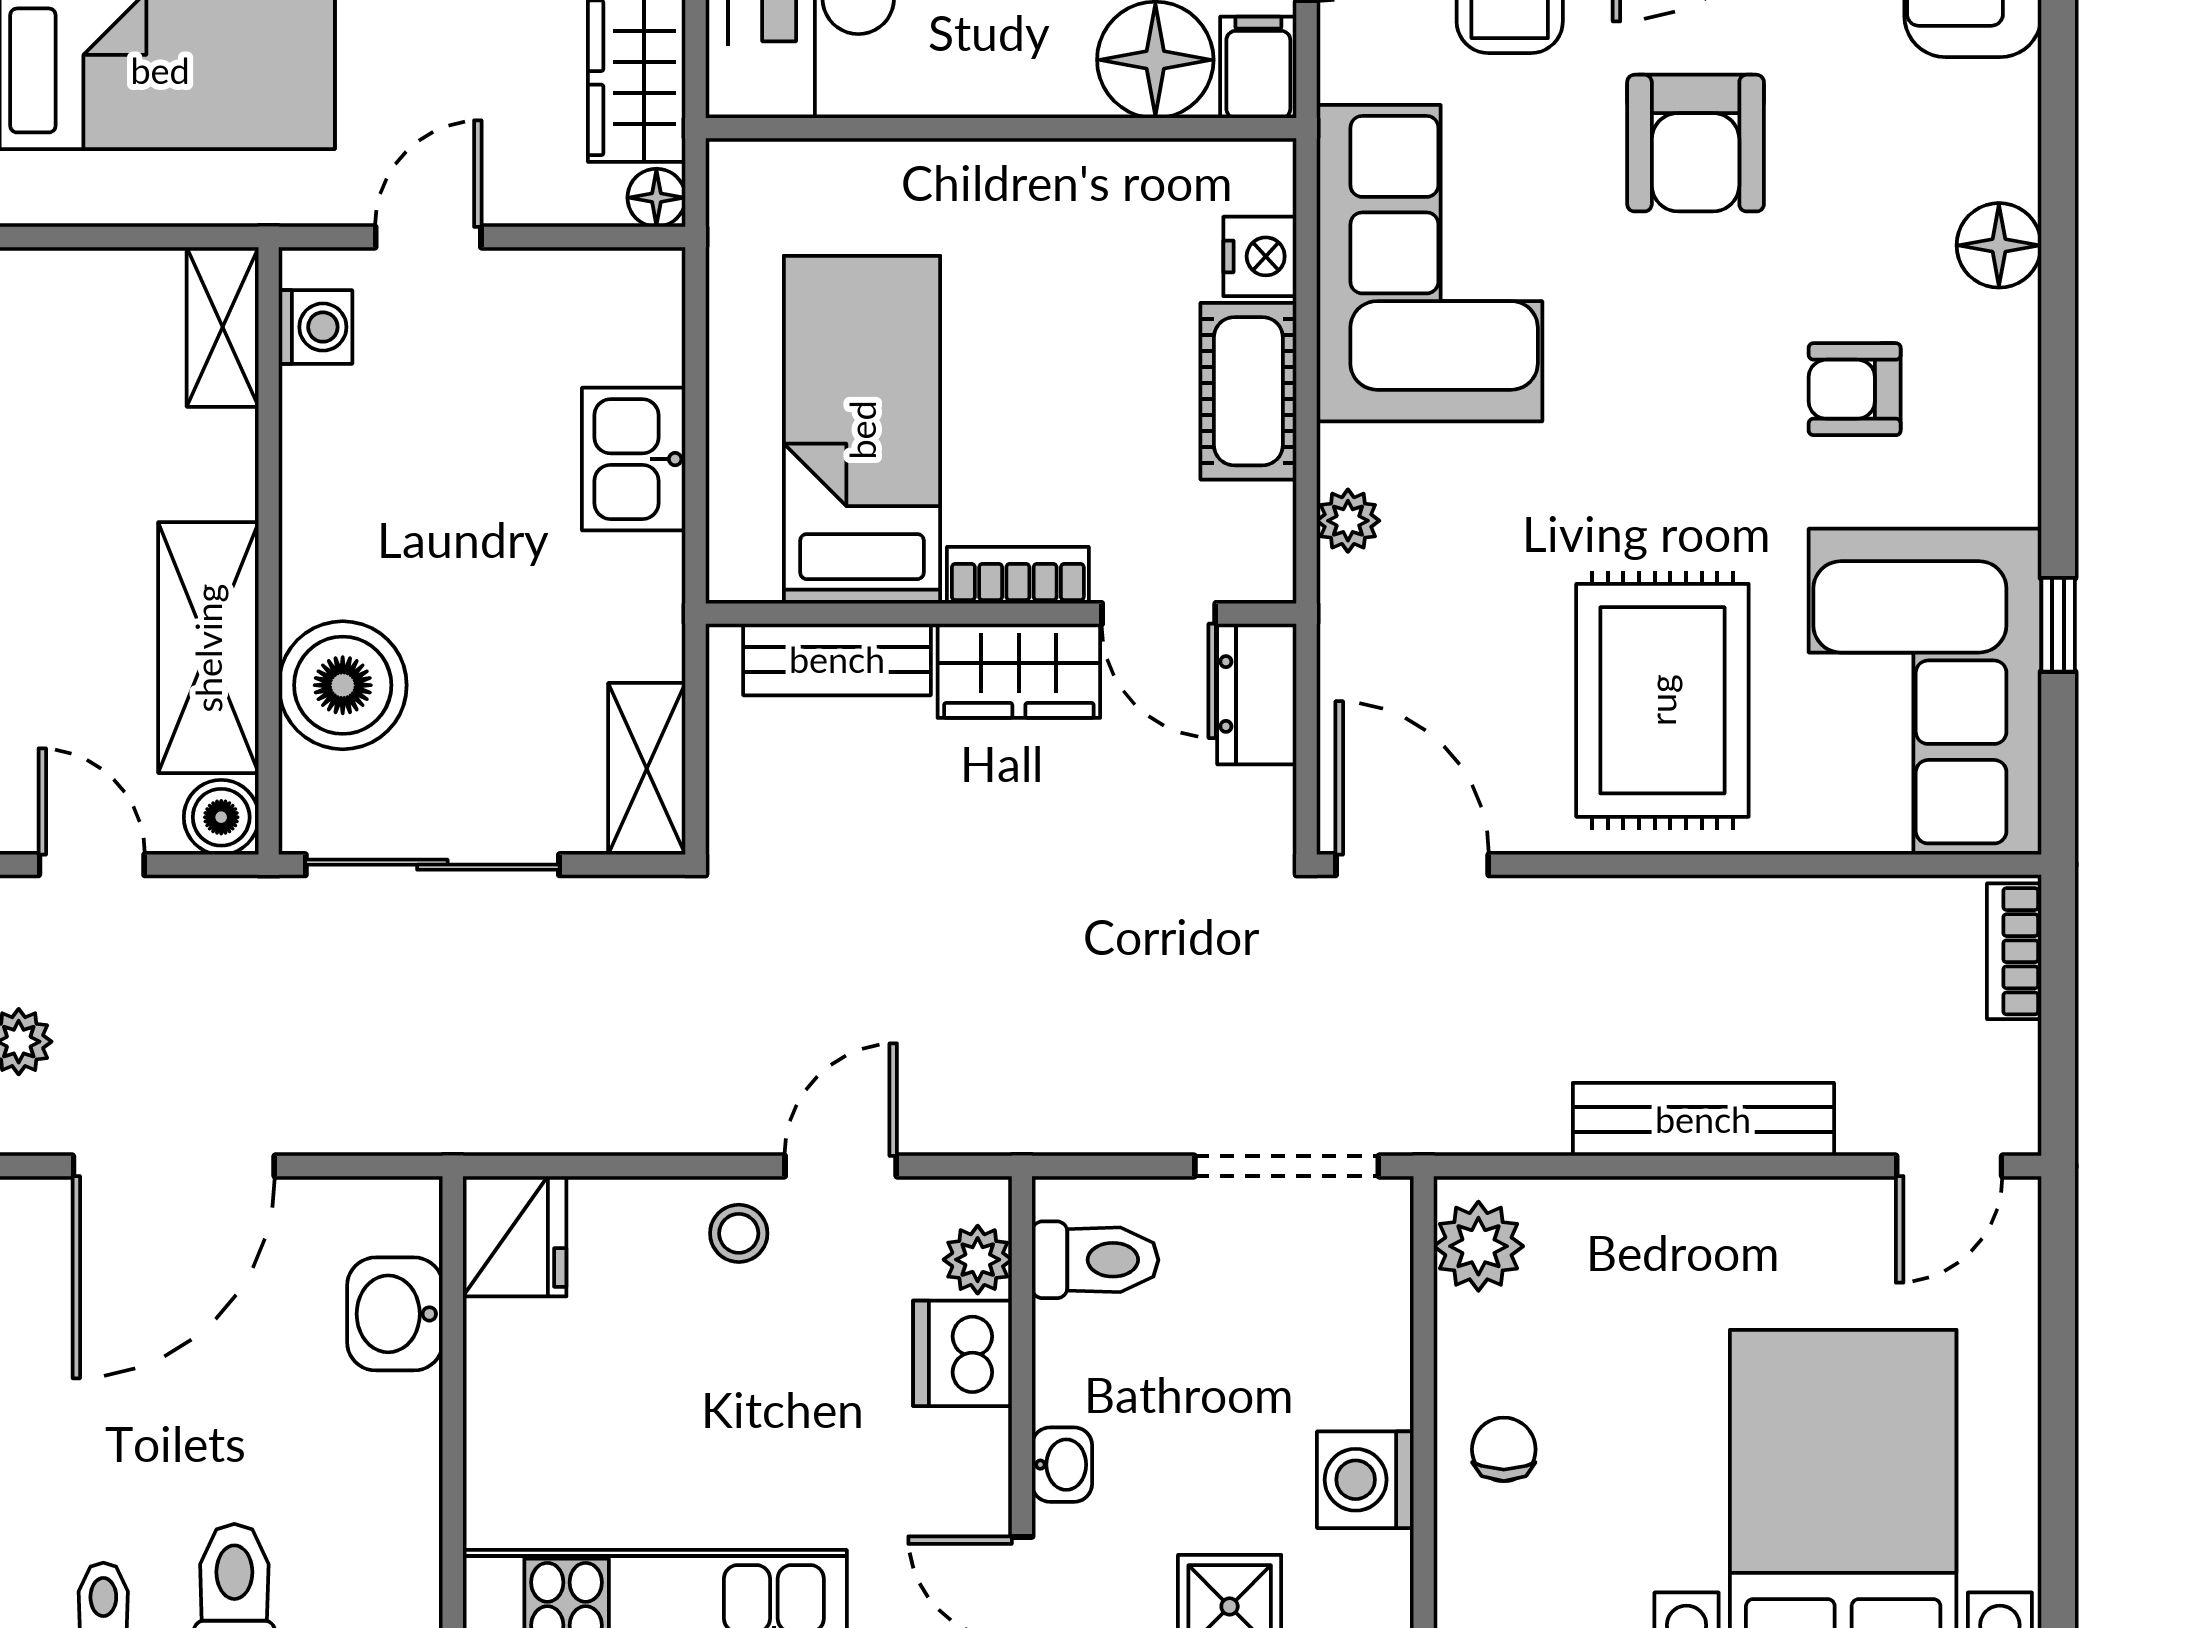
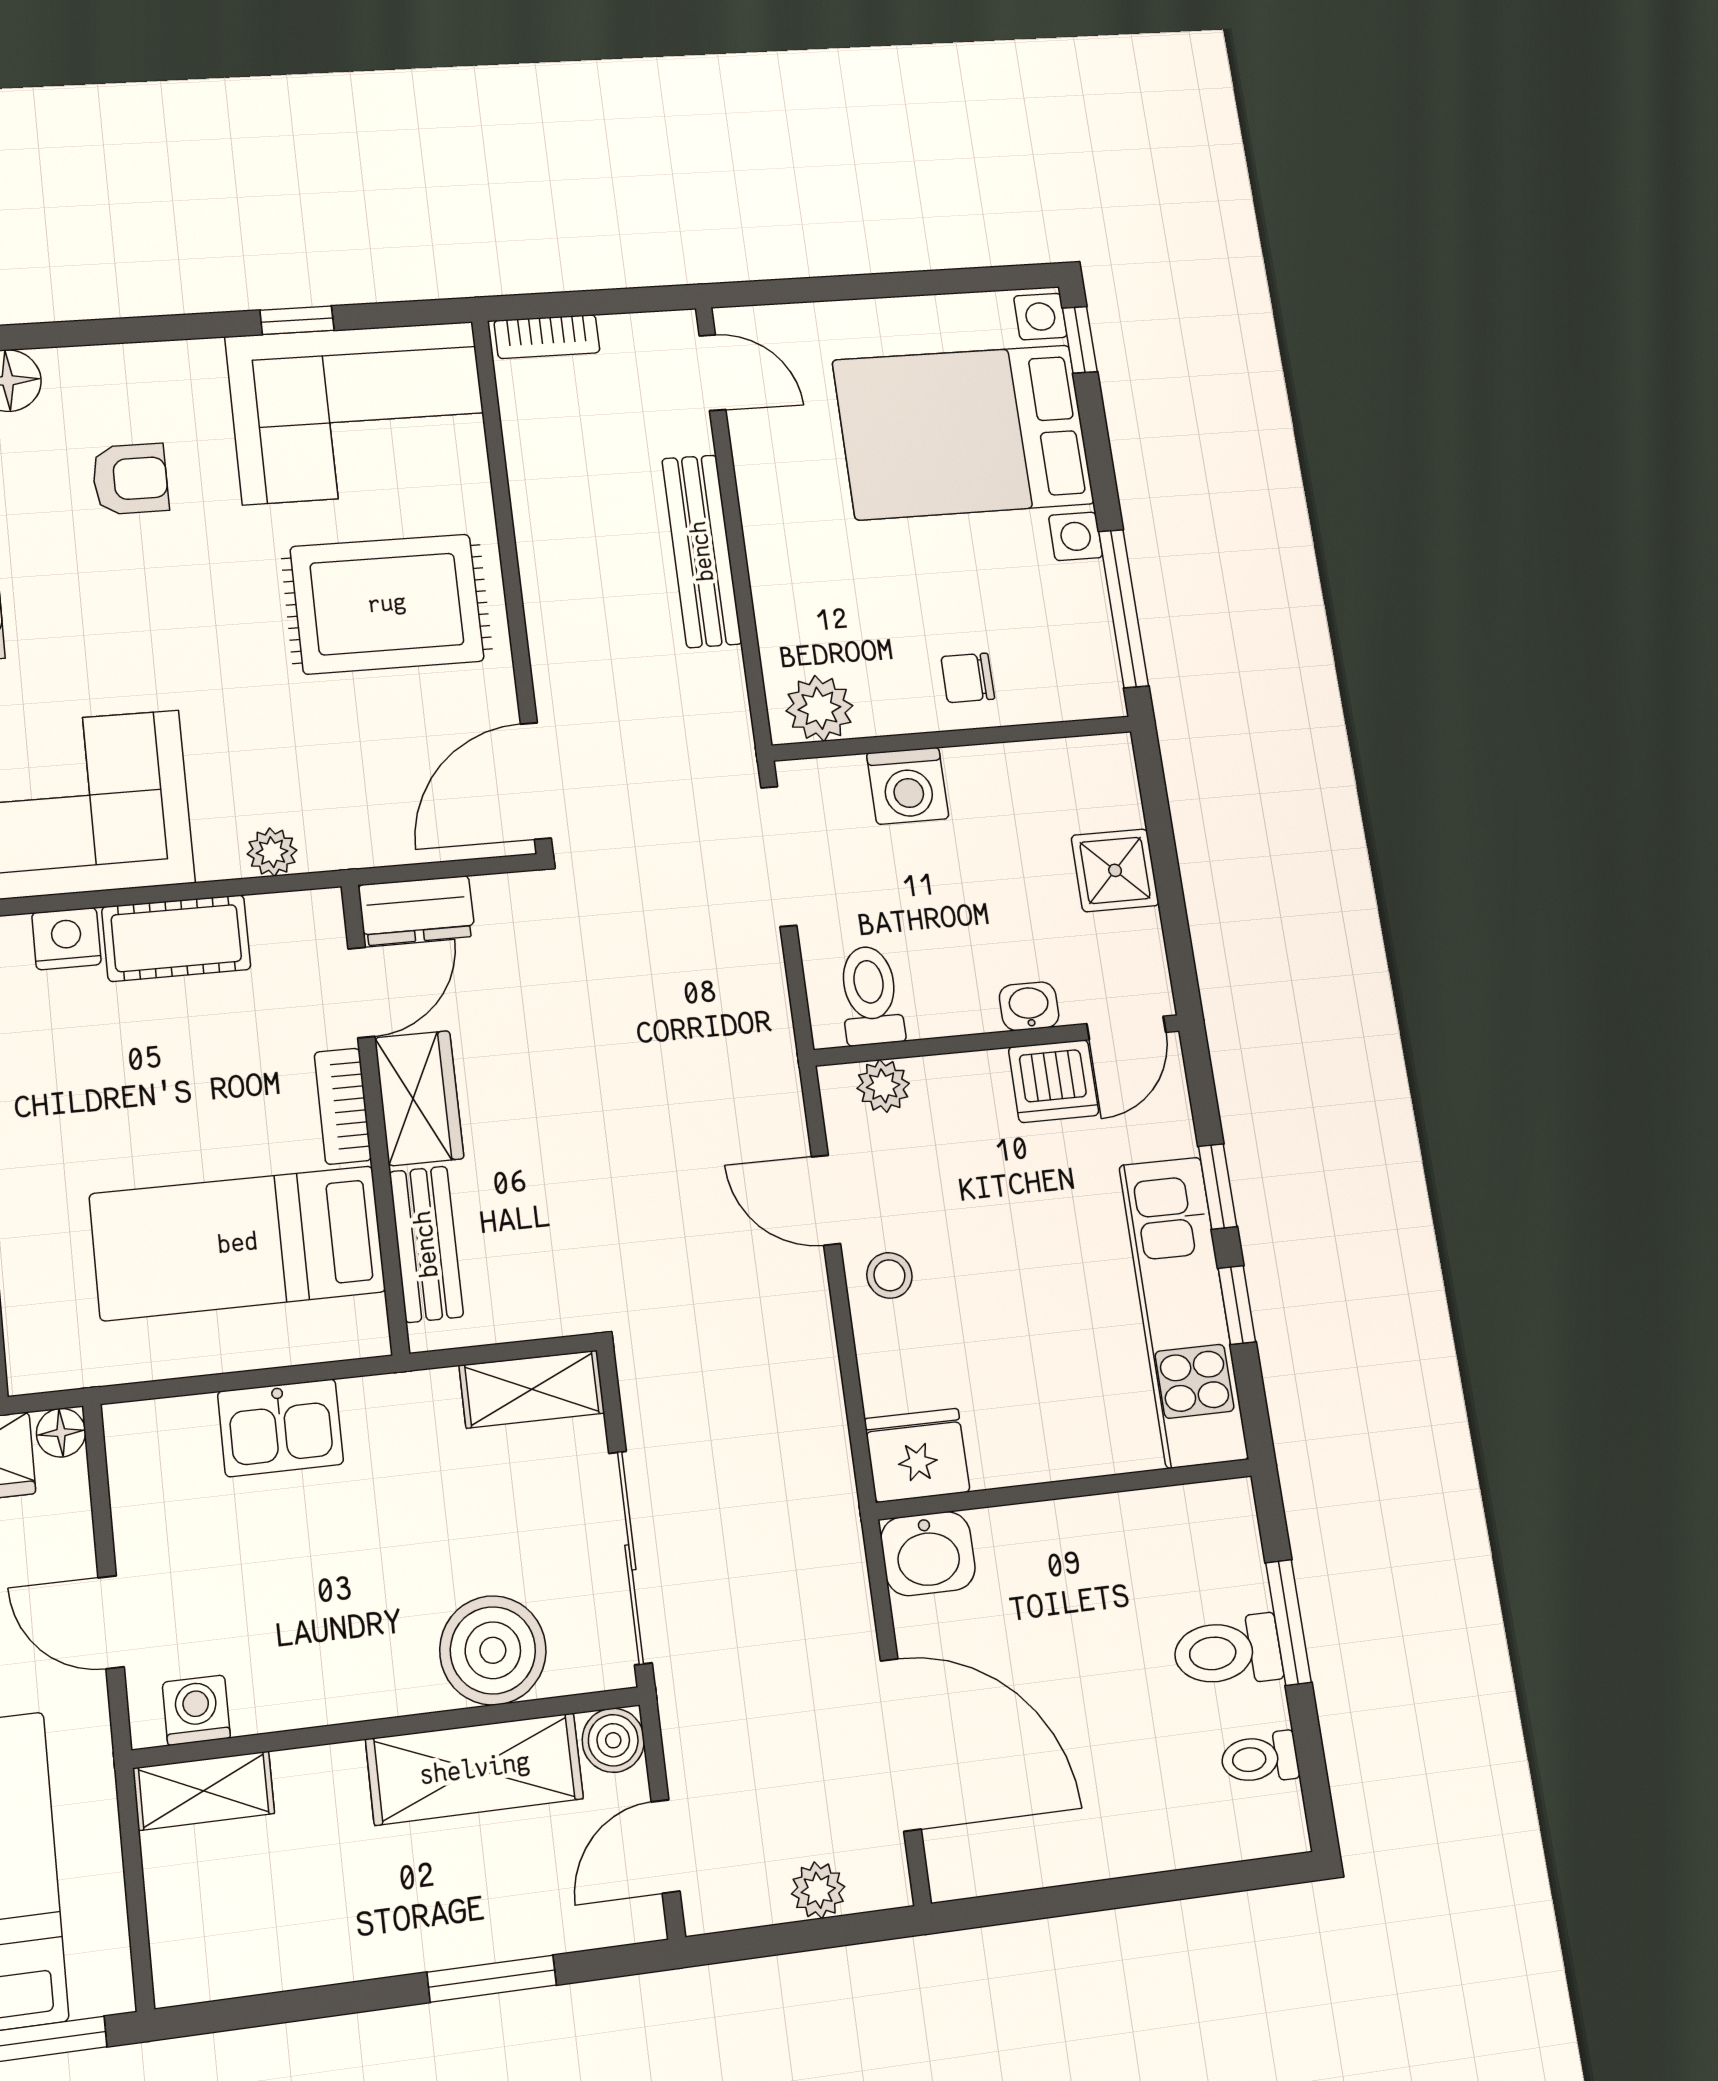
armchair: (1855, 389) -> (130, 479), turned -90
washbasin: (395, 1314) -> (928, 1554), moved
dishwasher: (962, 1353) -> (1054, 1081), moved
washing machine: (1365, 1480) -> (908, 786), moved

